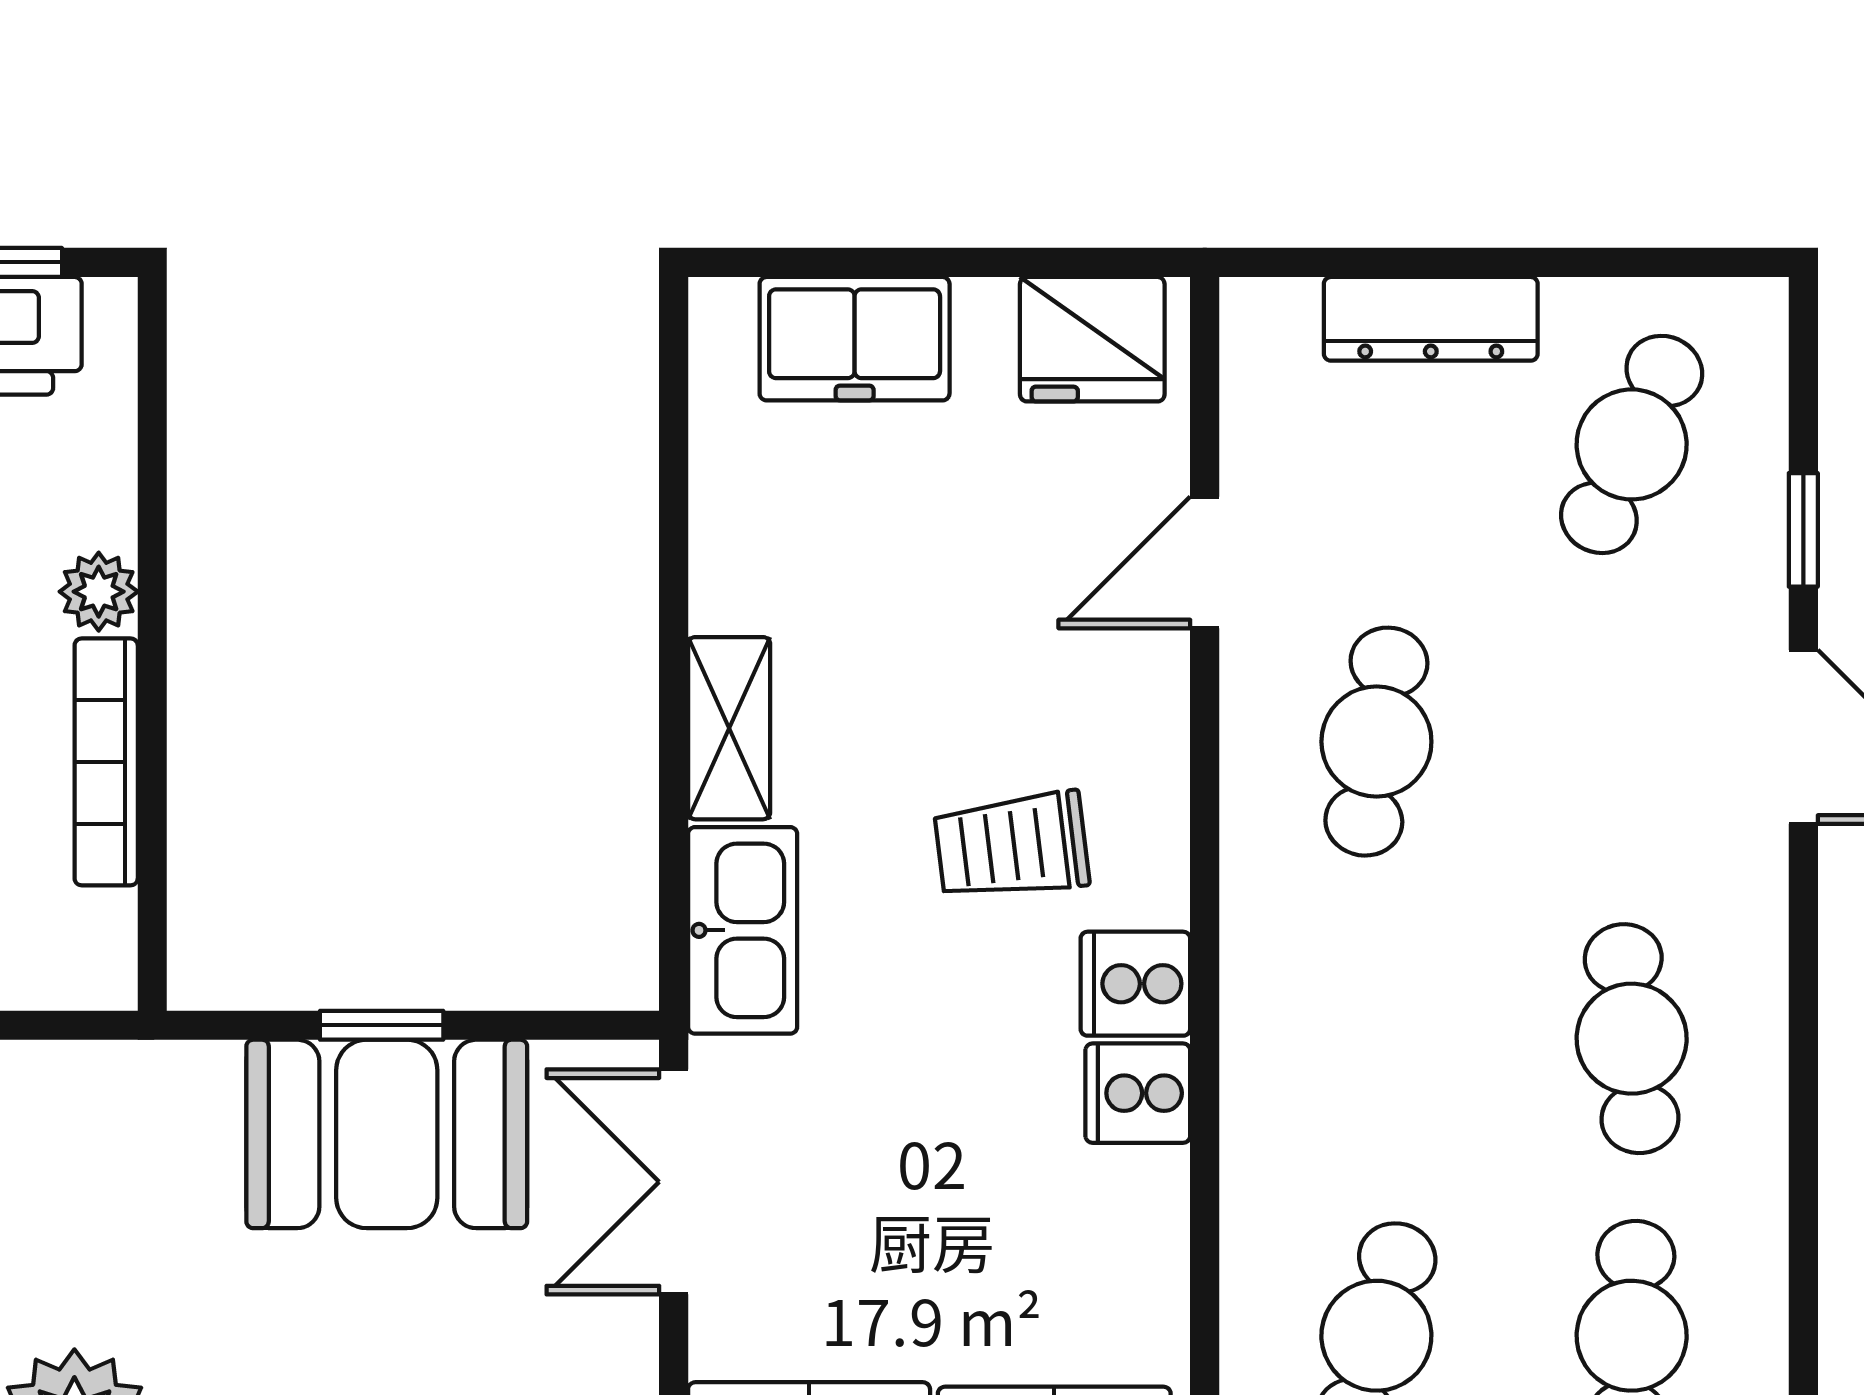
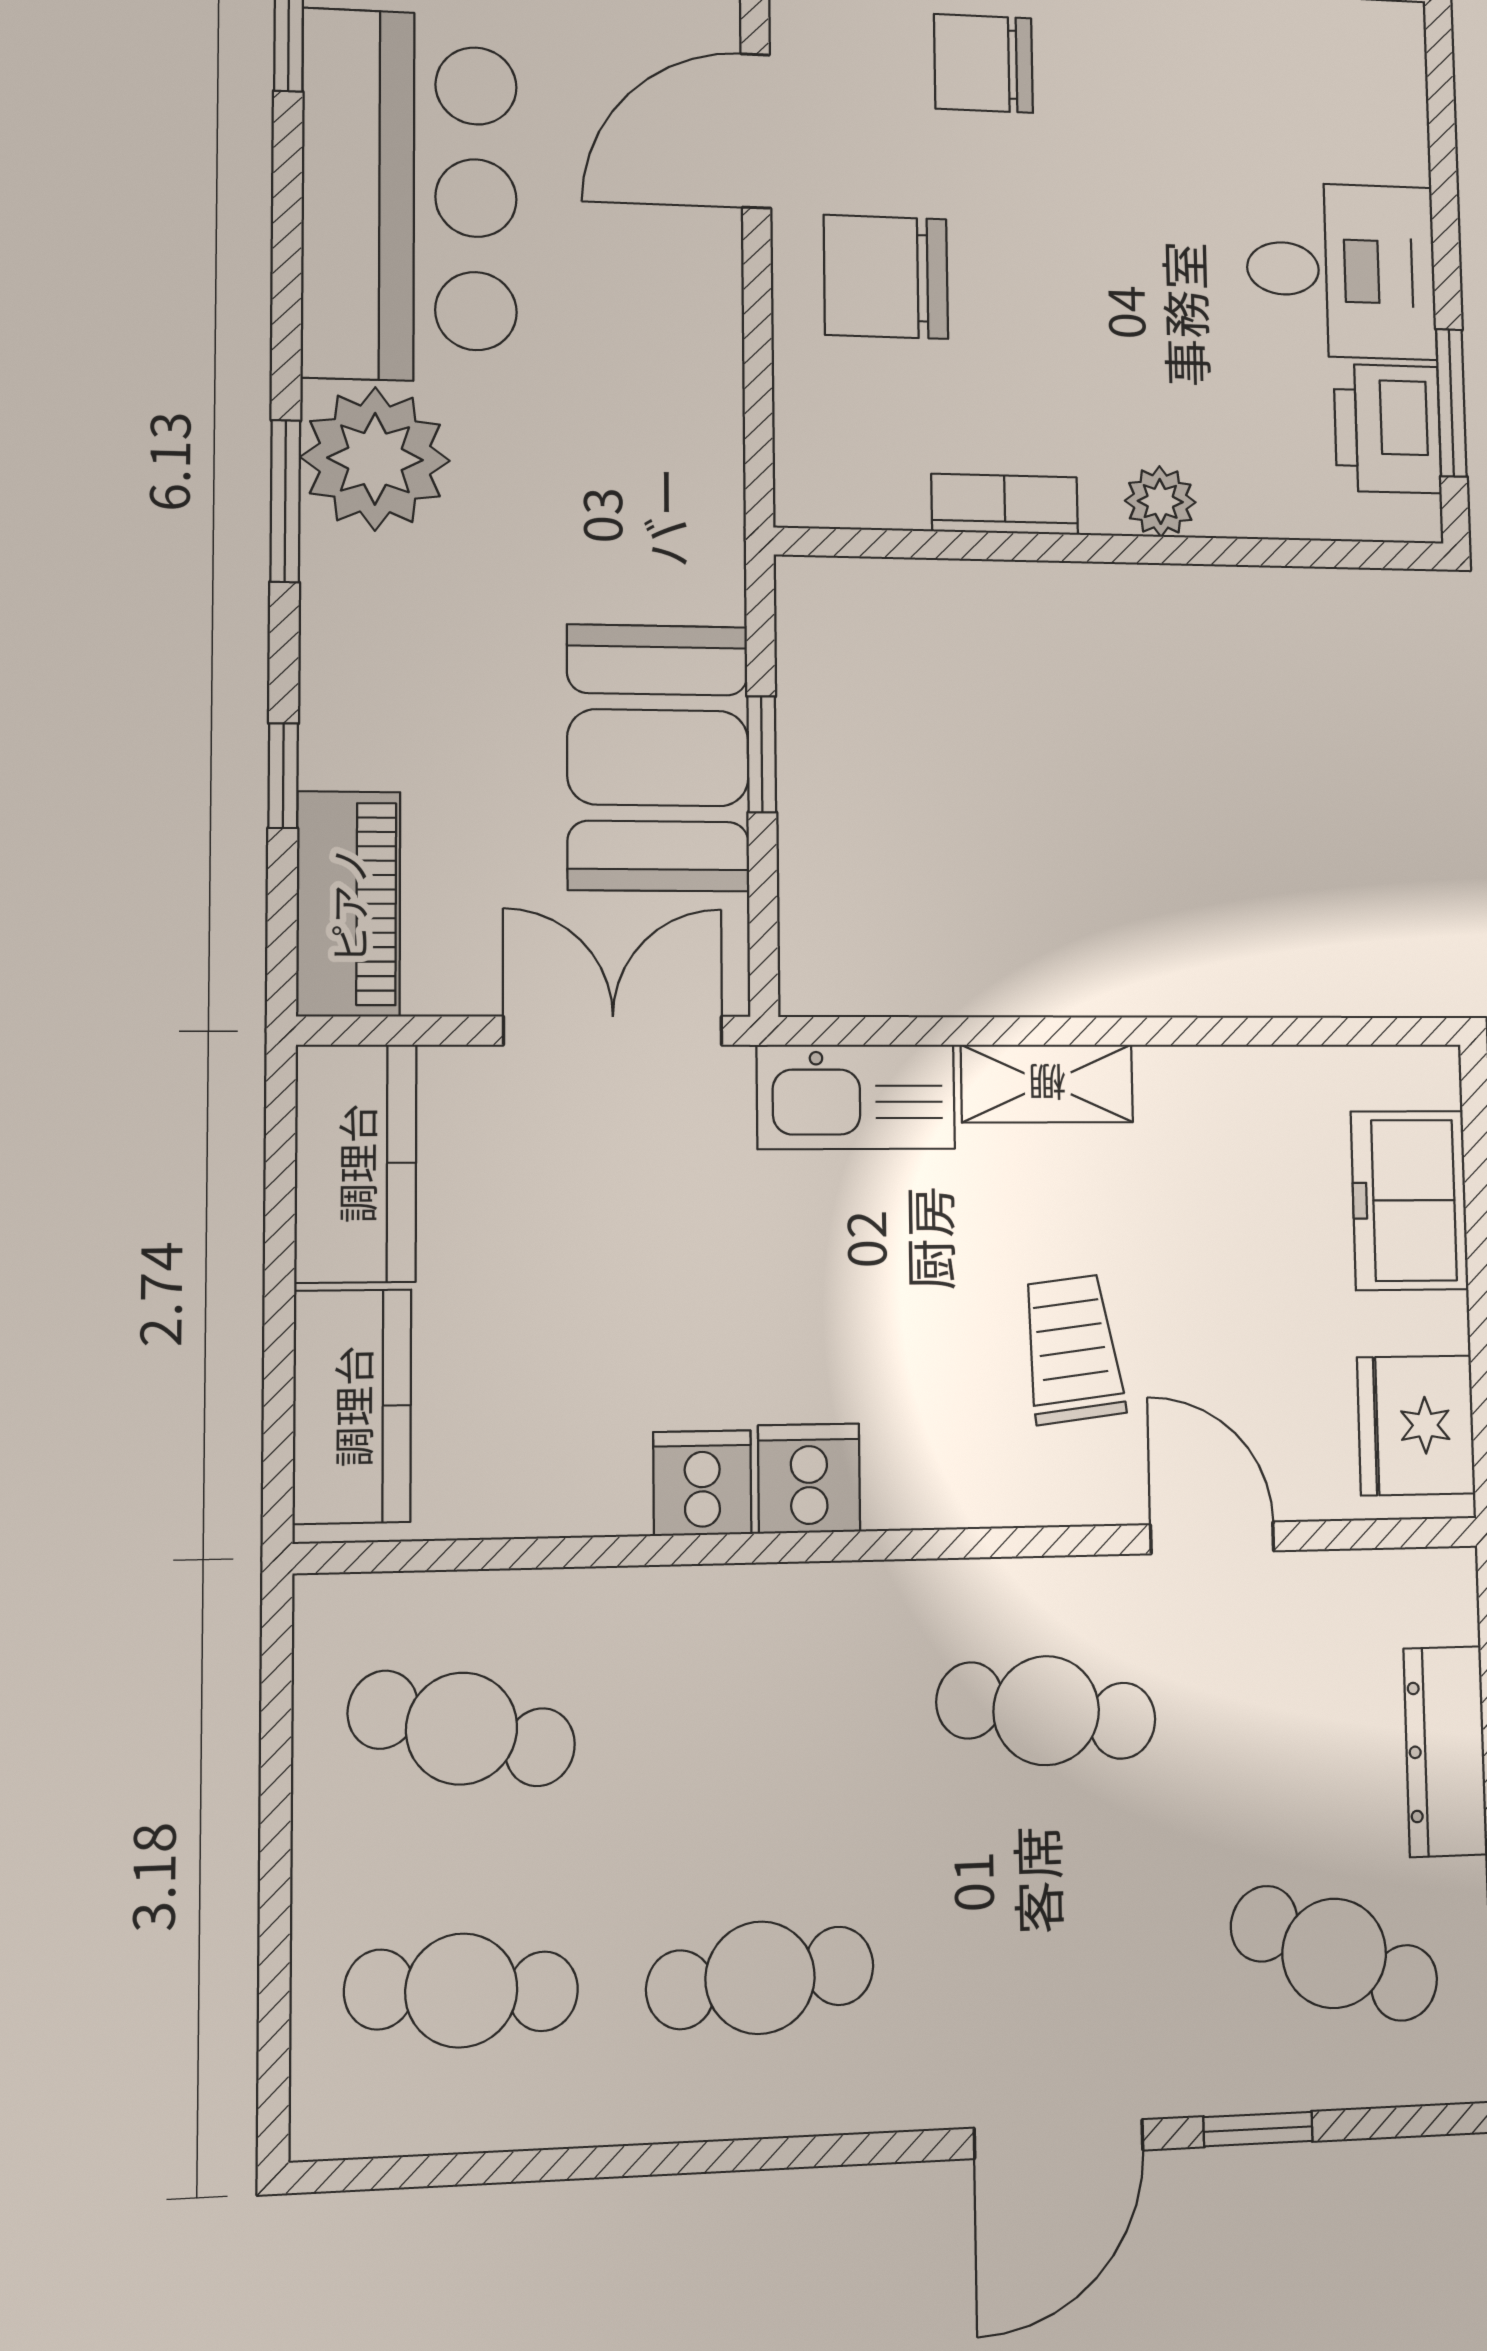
bookcase: (106, 762) -> (1005, 504), width x0.64
trolley: (1012, 846) -> (1072, 1349), moved

